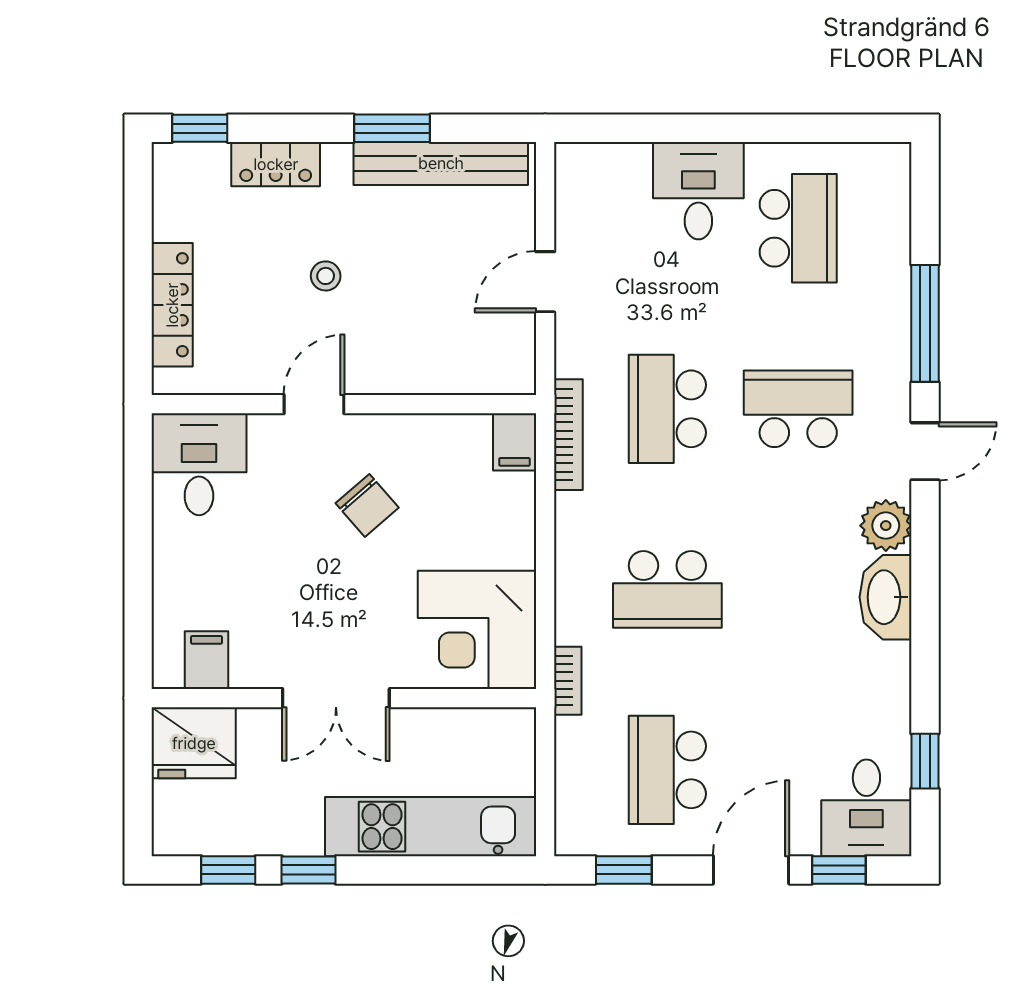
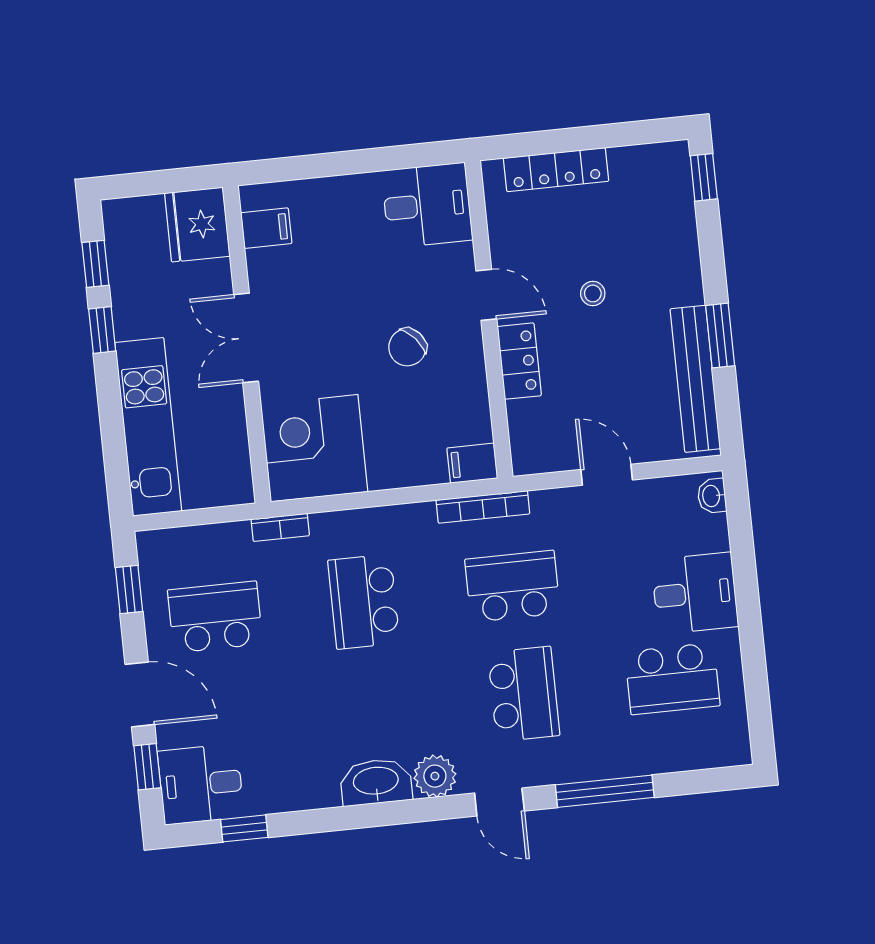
washbasin: (584, 158) -> (712, 496), added
locker: (276, 164) -> (519, 361), moved, turned 180

